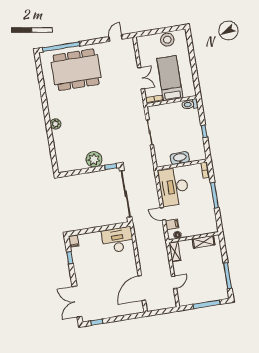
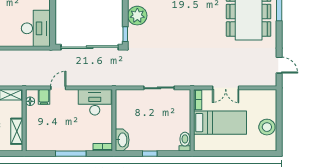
washbasin: (180, 158) -> (122, 140), moved
desk: (174, 187) -> (95, 102), width x0.73, depth x0.77

